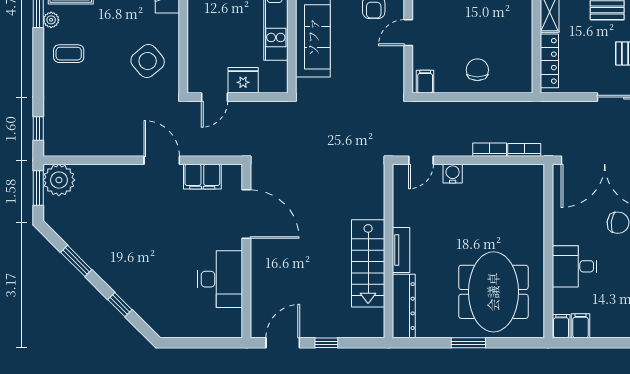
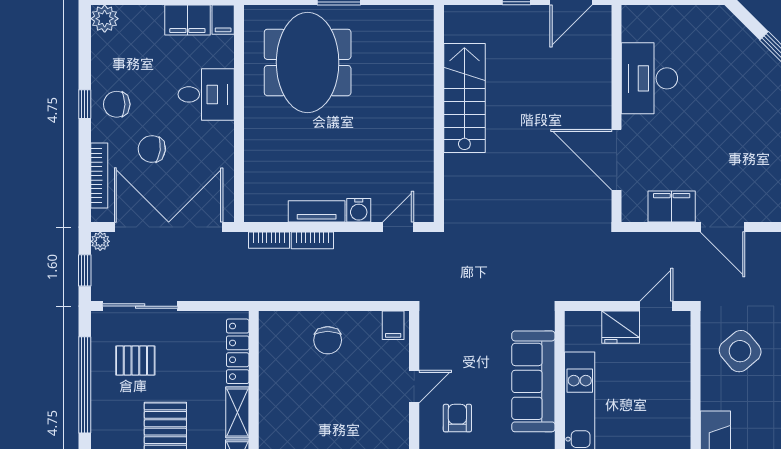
tv unit: (401, 250) -> (317, 211), moved, turned 90
dresser: (404, 306) -> (420, 45), removed
filing cabinet: (581, 326) -> (187, 20), width x2.00

